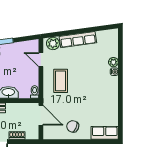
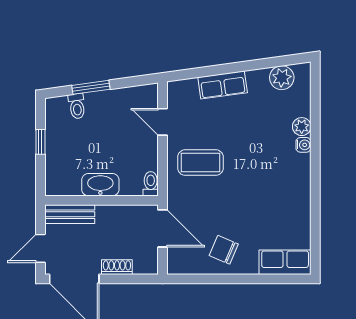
row of seats: (78, 40) -> (223, 85), width x0.68
plant: (53, 43) -> (282, 78), moved
coffee table: (61, 81) -> (200, 163), turned 90

